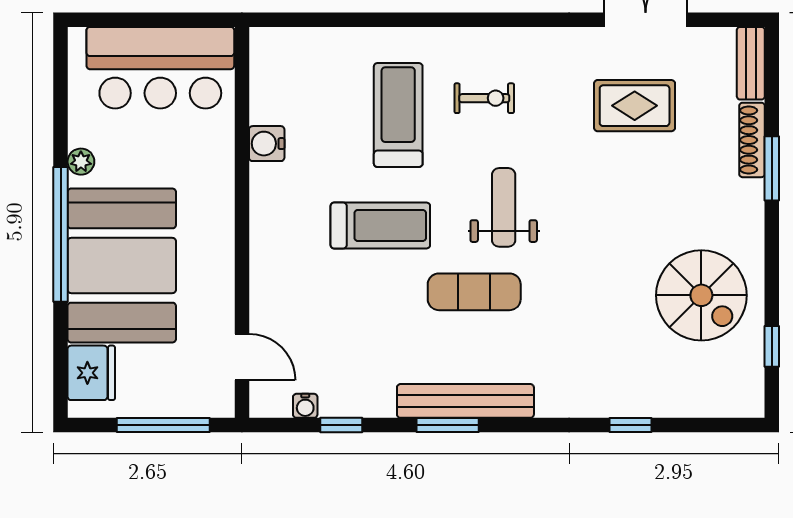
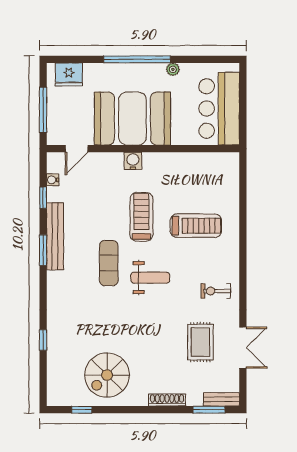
exercise bike: (484, 98) -> (216, 291), moved, turned 90
shoe rack: (752, 140) -> (167, 400), moved
water cooler: (267, 144) -> (133, 161), moved
window: (772, 168) -> (209, 410), moved
treadmill: (380, 225) -> (141, 217), turned 180
booth: (122, 266) -> (132, 119), moved
bench: (465, 401) -> (55, 236), moved

